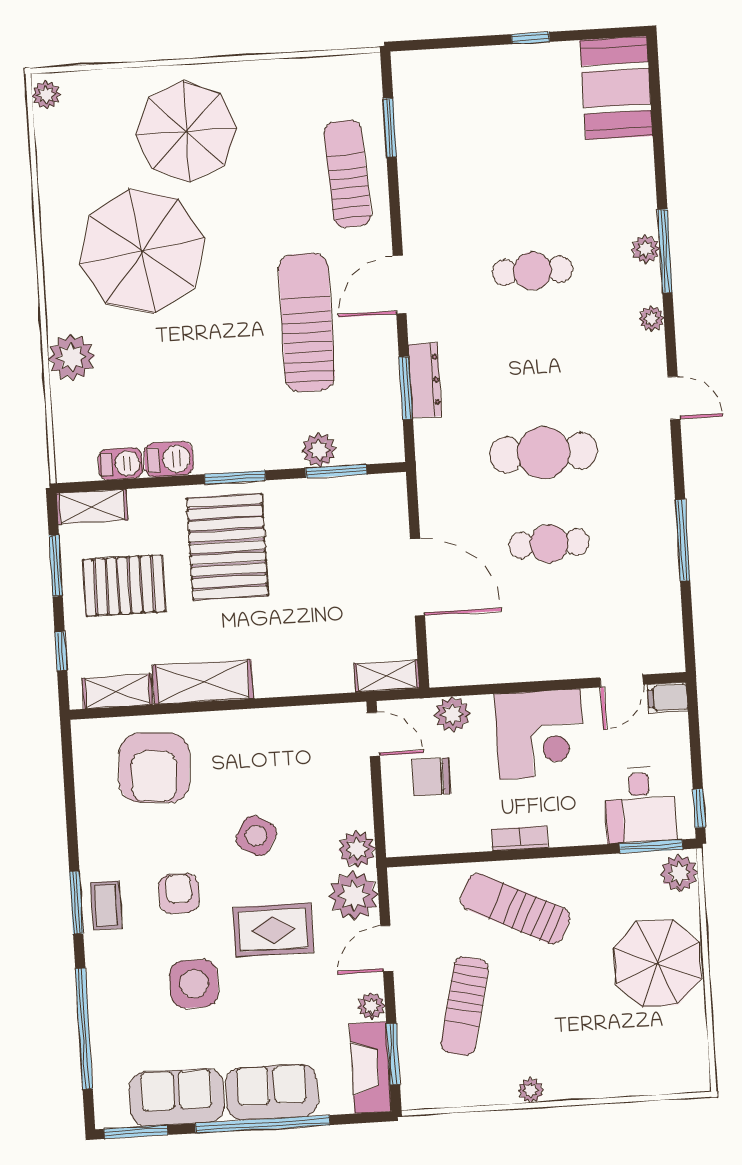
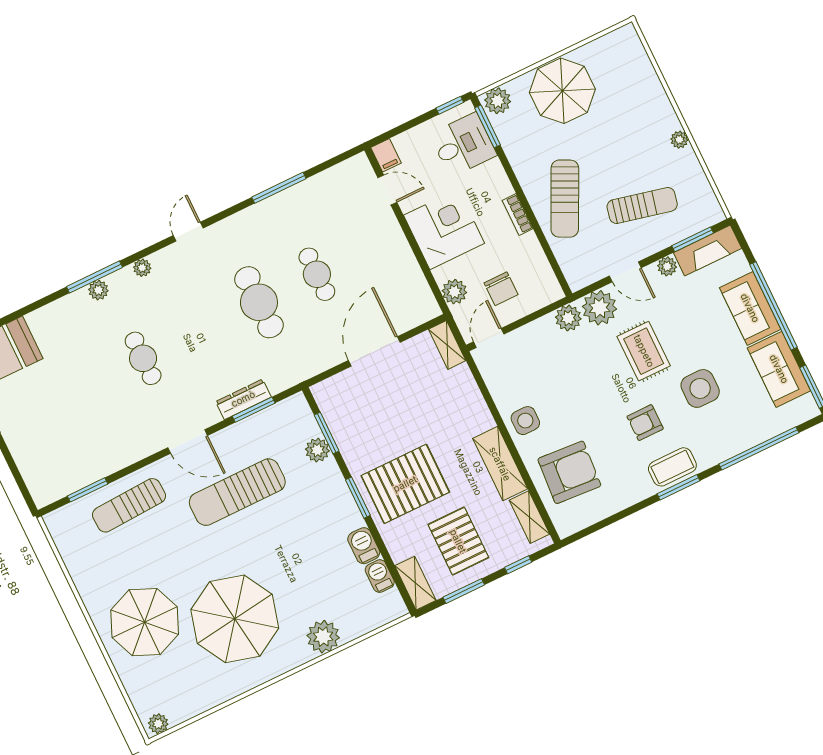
side table: (256, 836) -> (525, 421), moved, turned -30
coffee table: (106, 905) -> (672, 467), width x1.36, depth x1.30

